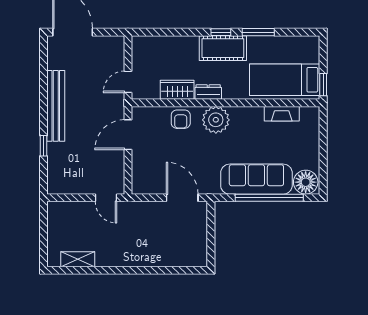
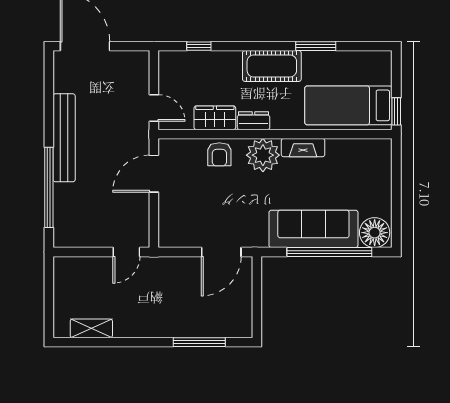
window: (221, 32) -> (199, 46), moved
door: (128, 82) -> (154, 108), swing flipped
fireplace: (282, 114) -> (303, 148), moved
window: (43, 146) -> (49, 187), width x3.17
door: (106, 198) -> (126, 252), hinge flipped
door: (182, 198) -> (221, 252), swing flipped
window: (165, 270) -> (199, 342), added

